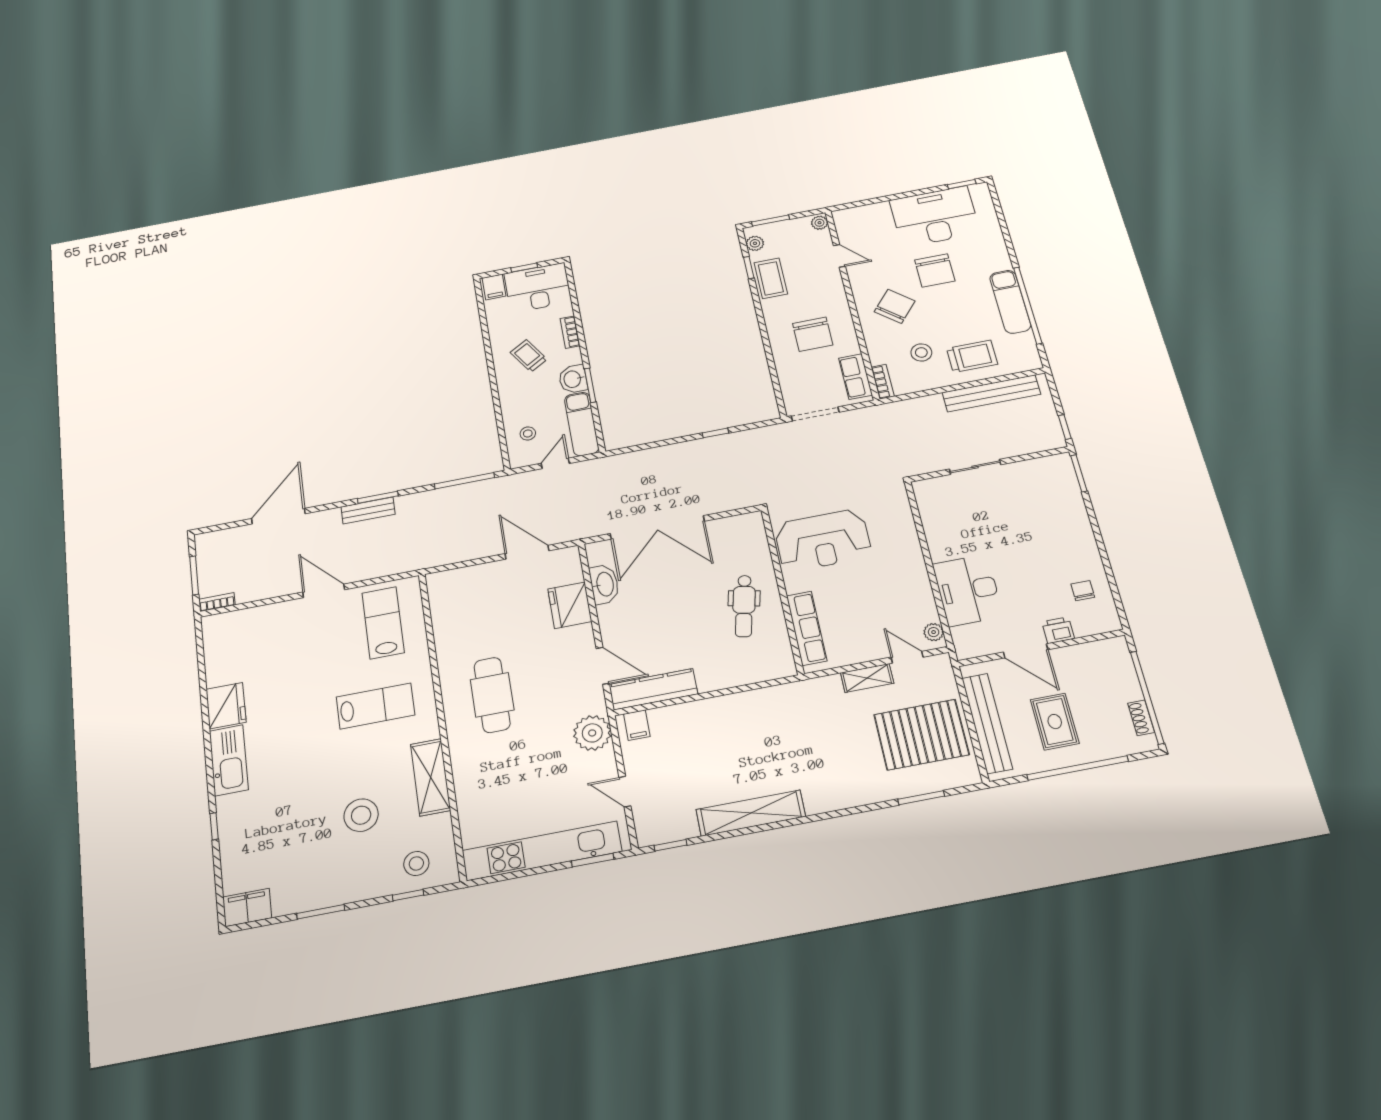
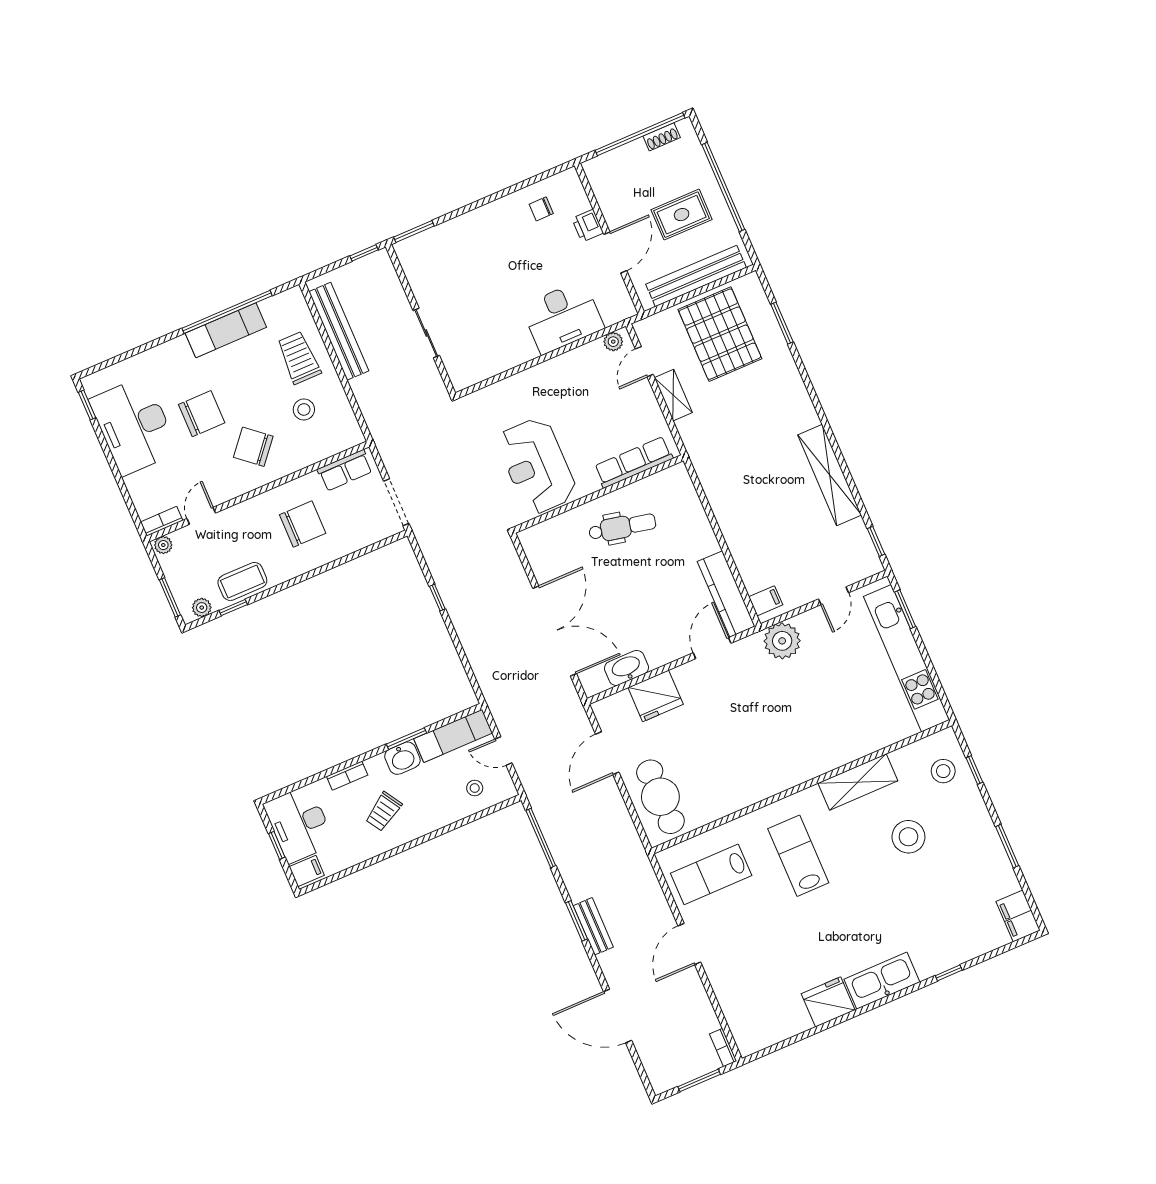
bookcase: (883, 382) -> (162, 521), moved
reception desk: (823, 540) -> (537, 466), turned 180
cafe table: (492, 695) -> (660, 797), moved, turned 90

